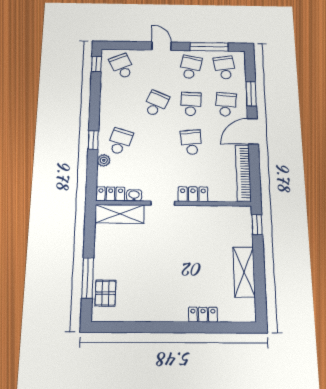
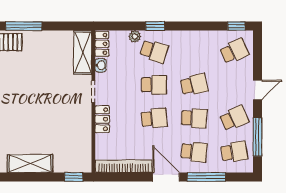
school desk: (190, 67) -> (234, 118), turned -36
window: (251, 94) -> (206, 177), width x1.44
school desk: (156, 104) -> (194, 85), turned -36
school desk: (156, 142) -> (154, 85), added

